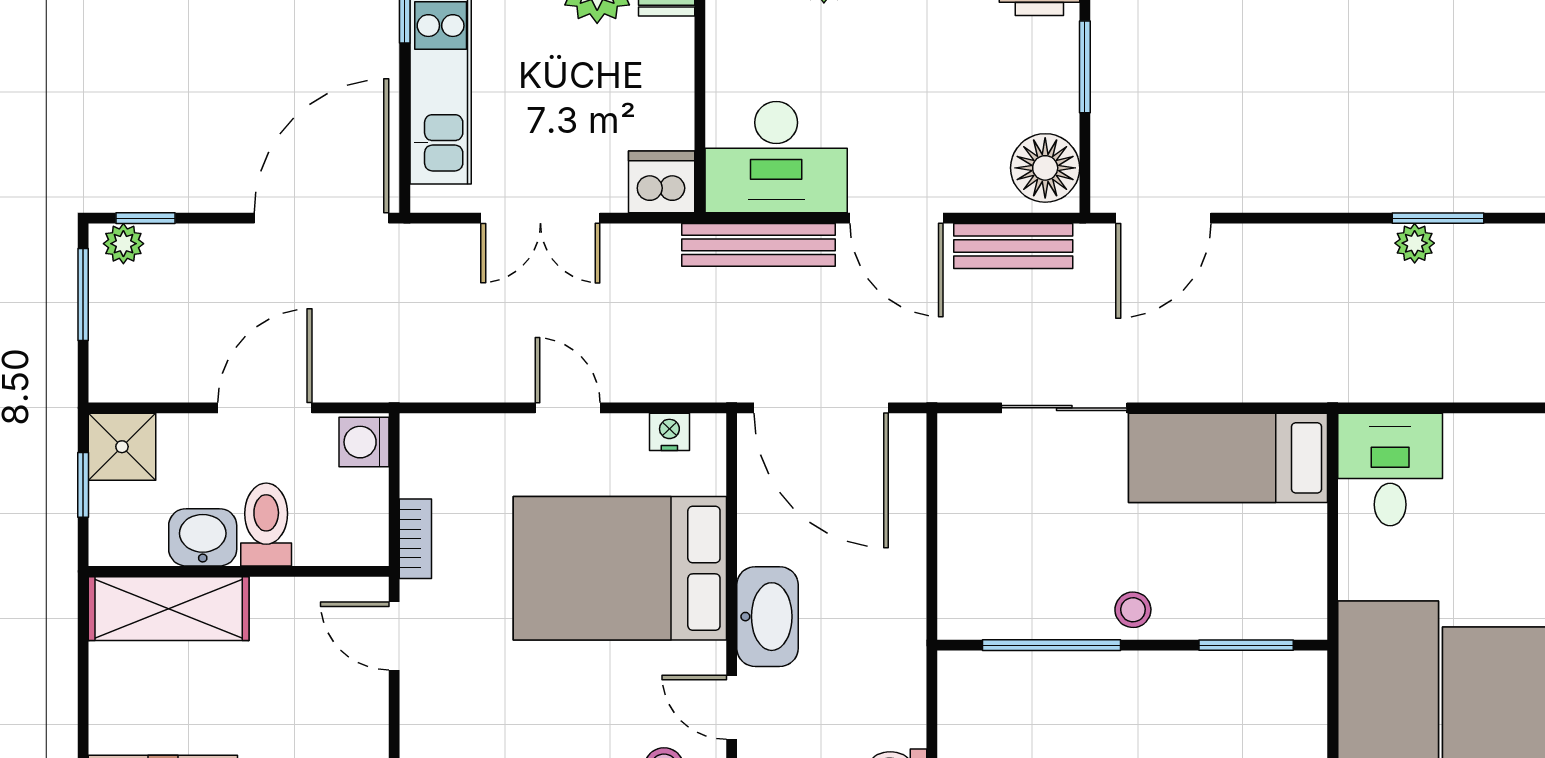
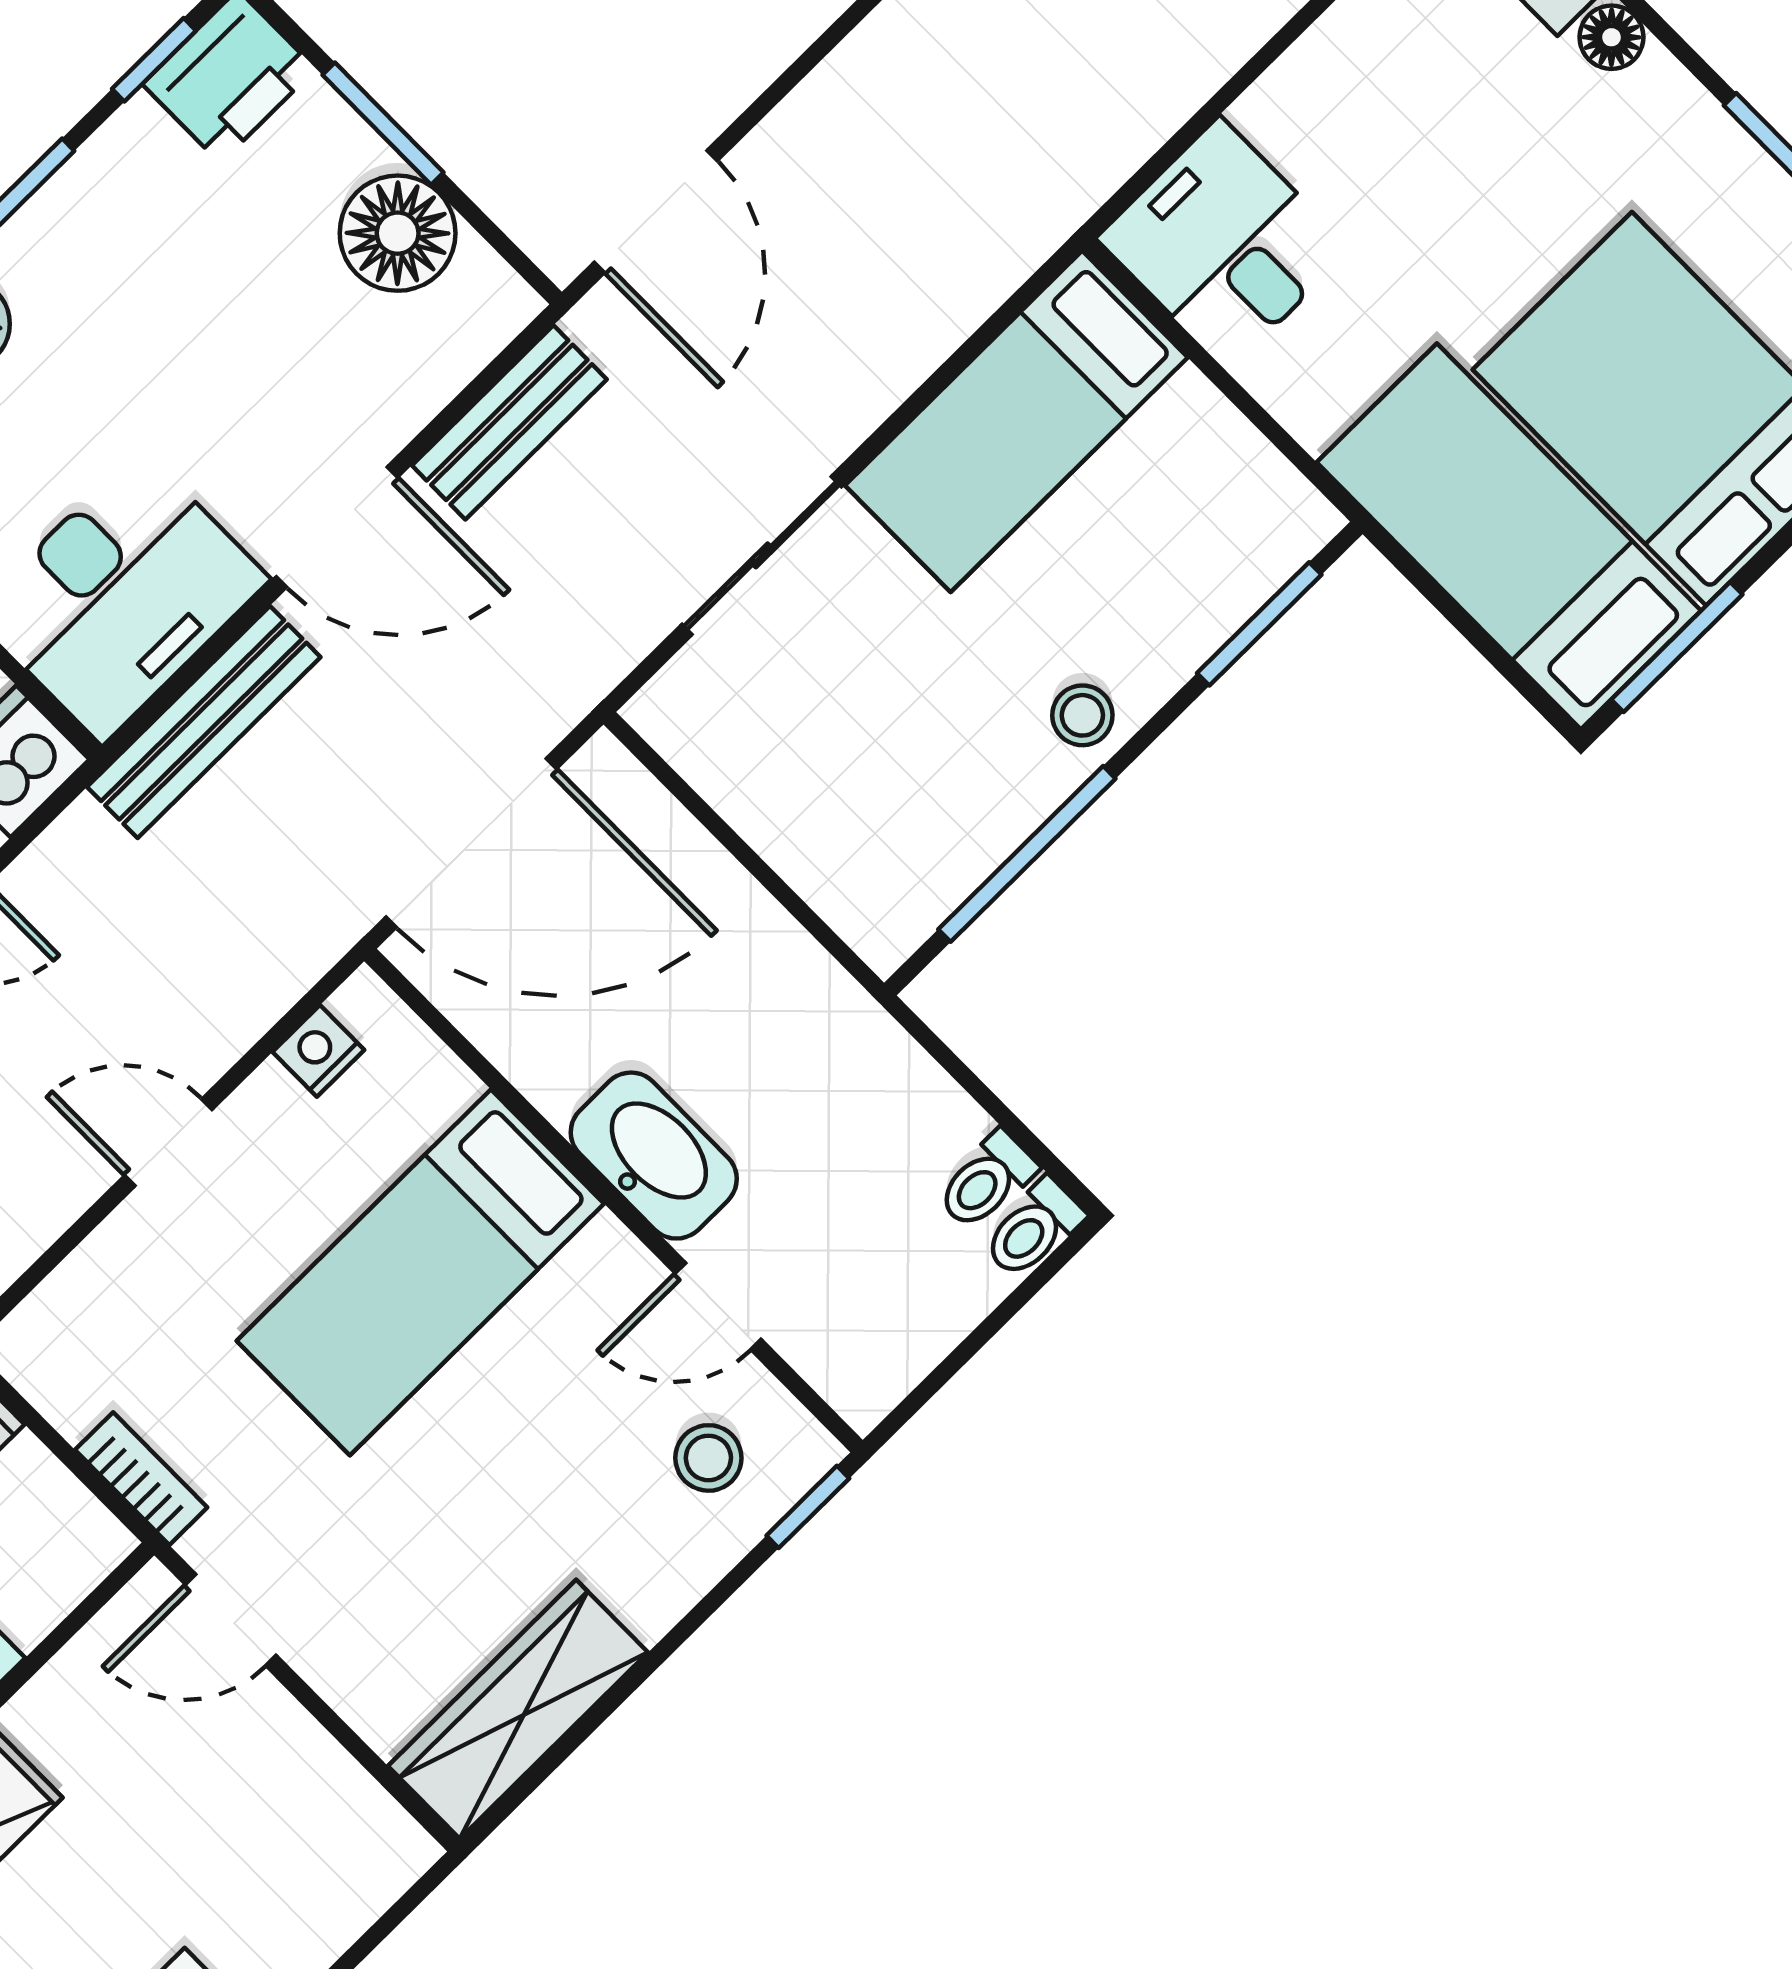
floor lamp: (1045, 168) -> (398, 233), moved
bed: (620, 568) -> (420, 1272), width x0.67

